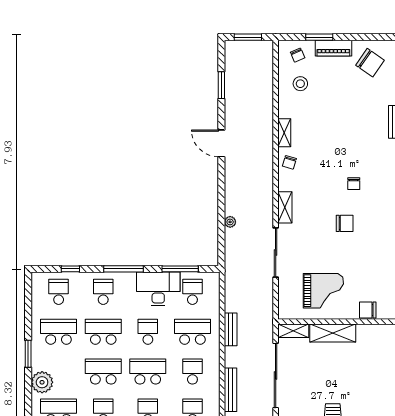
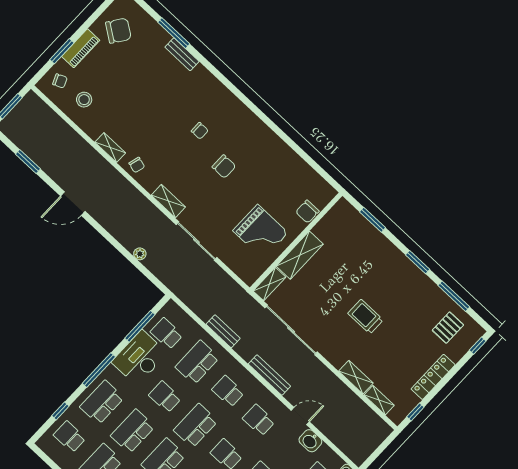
chair: (345, 223) -> (224, 167), turned 90
grand piano: (323, 291) -> (260, 232), turned 90
school desk: (103, 292) -> (102, 402), width x1.85

